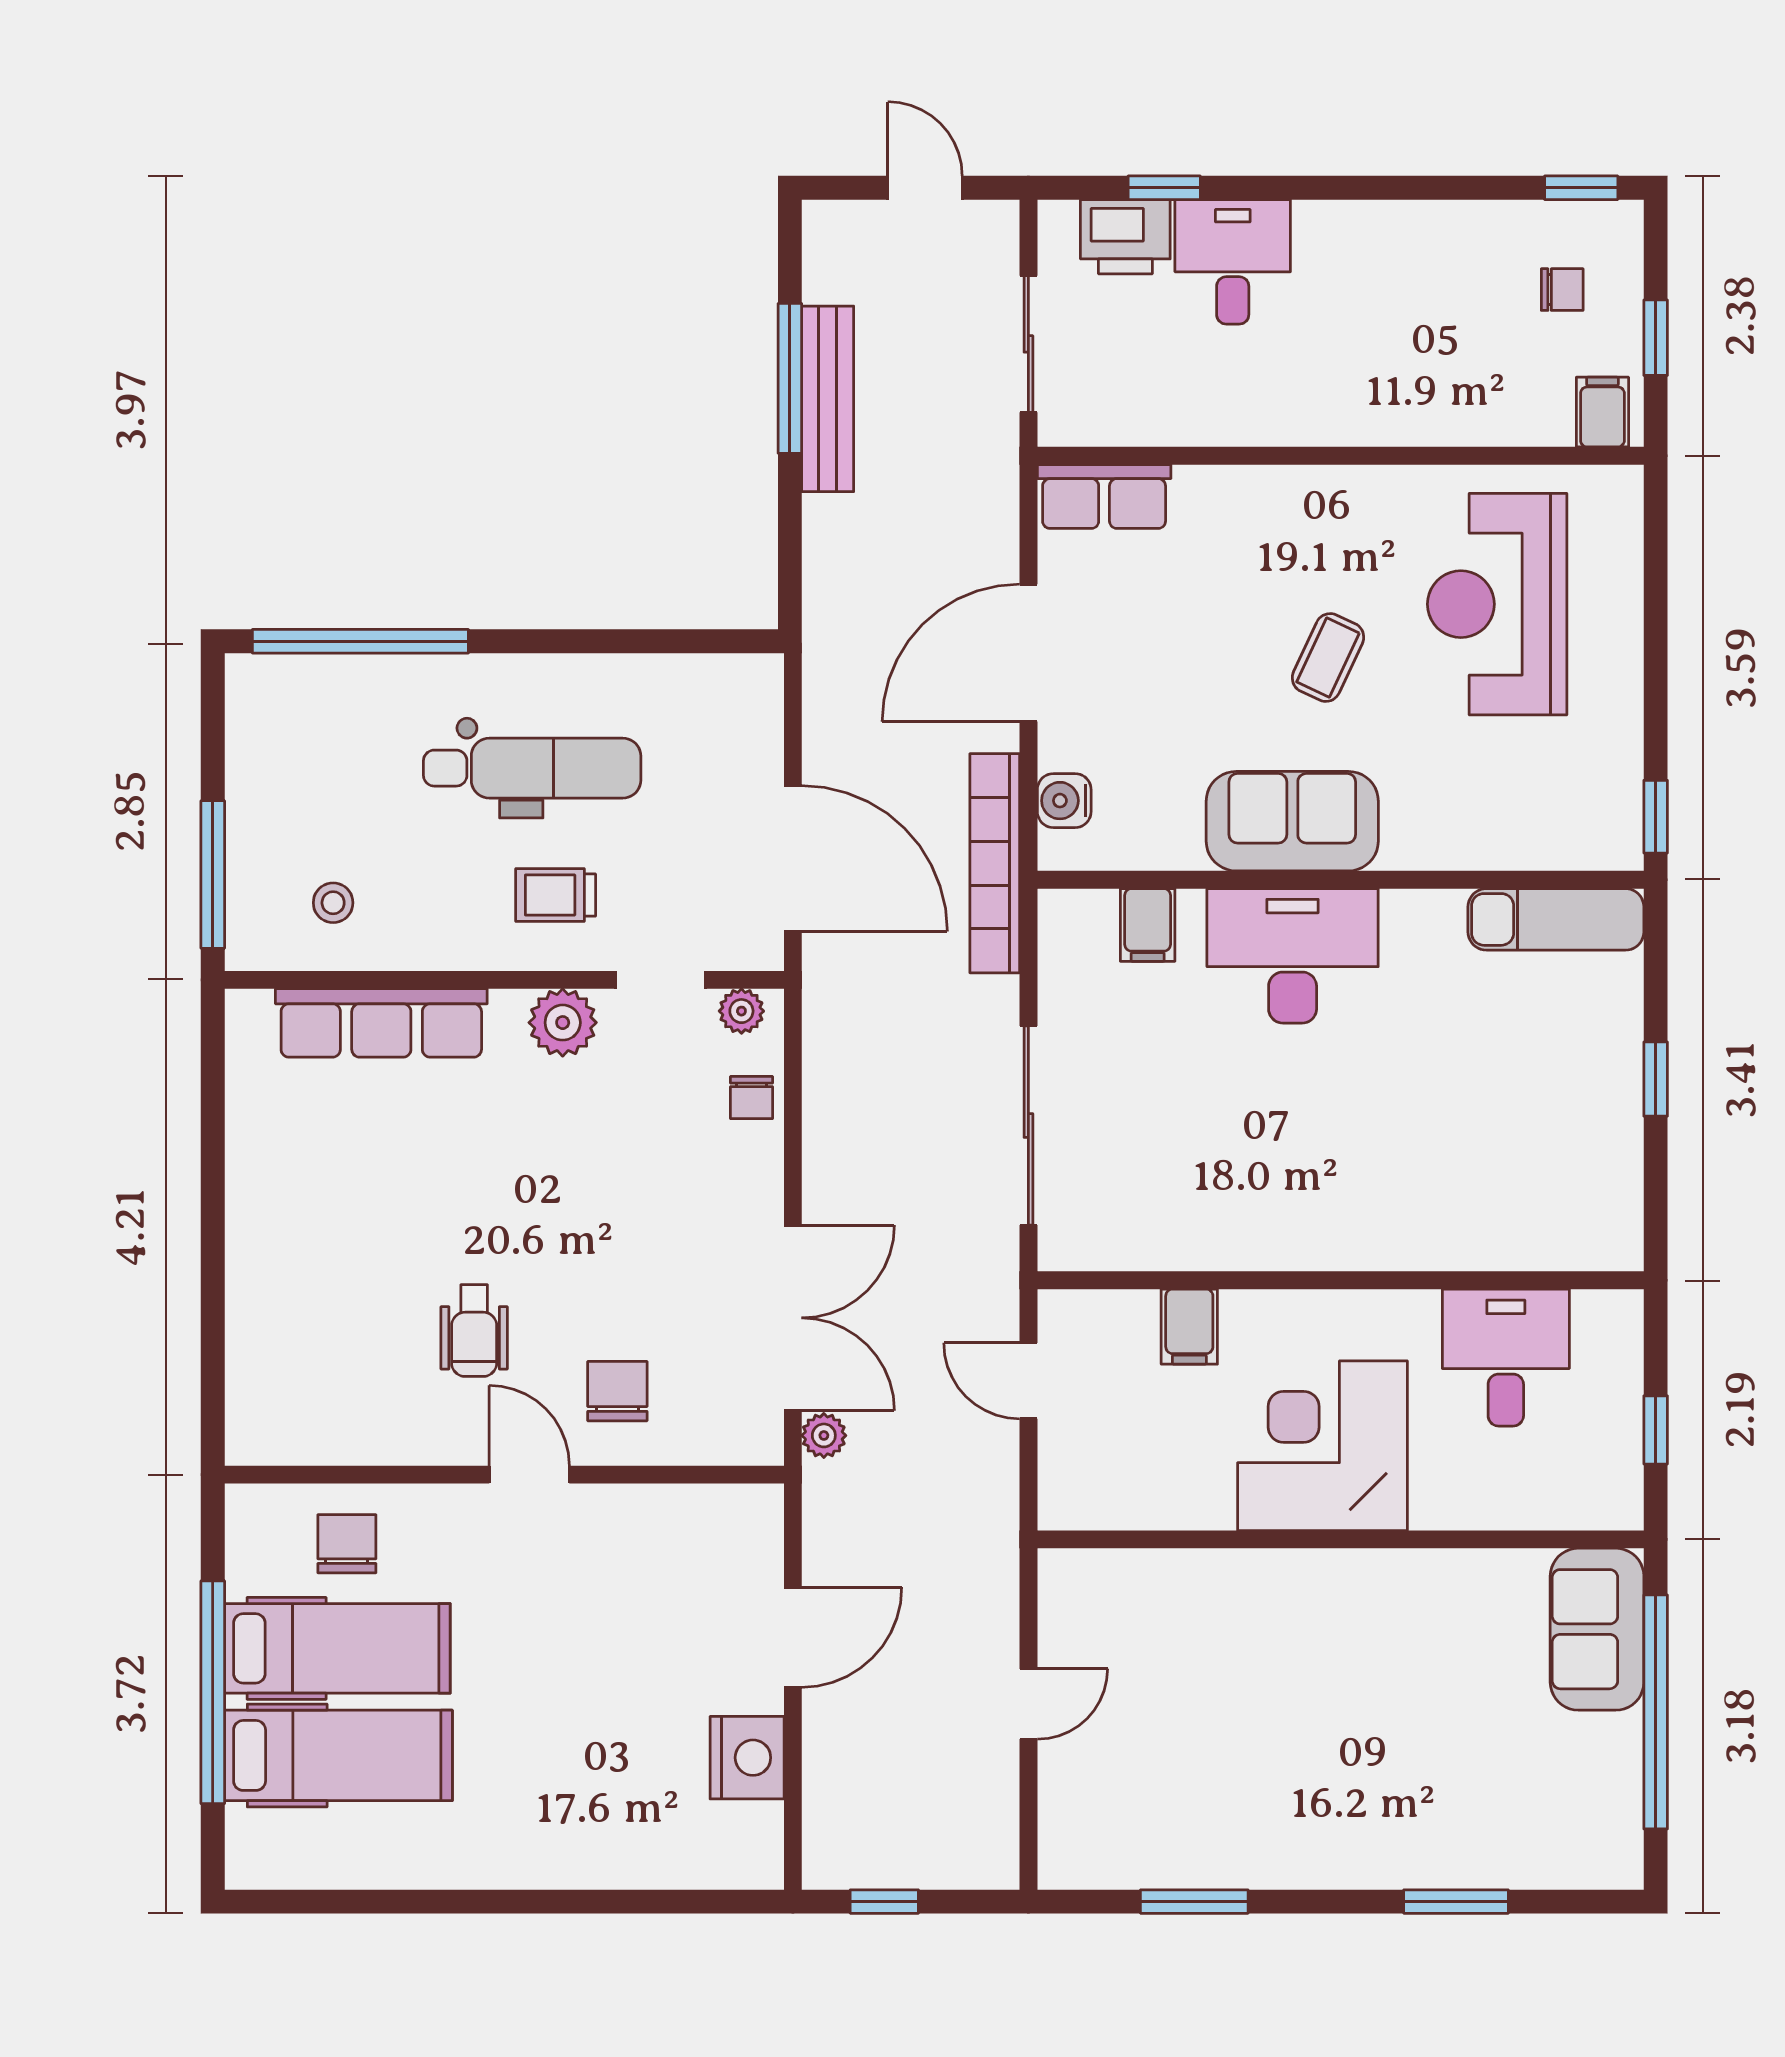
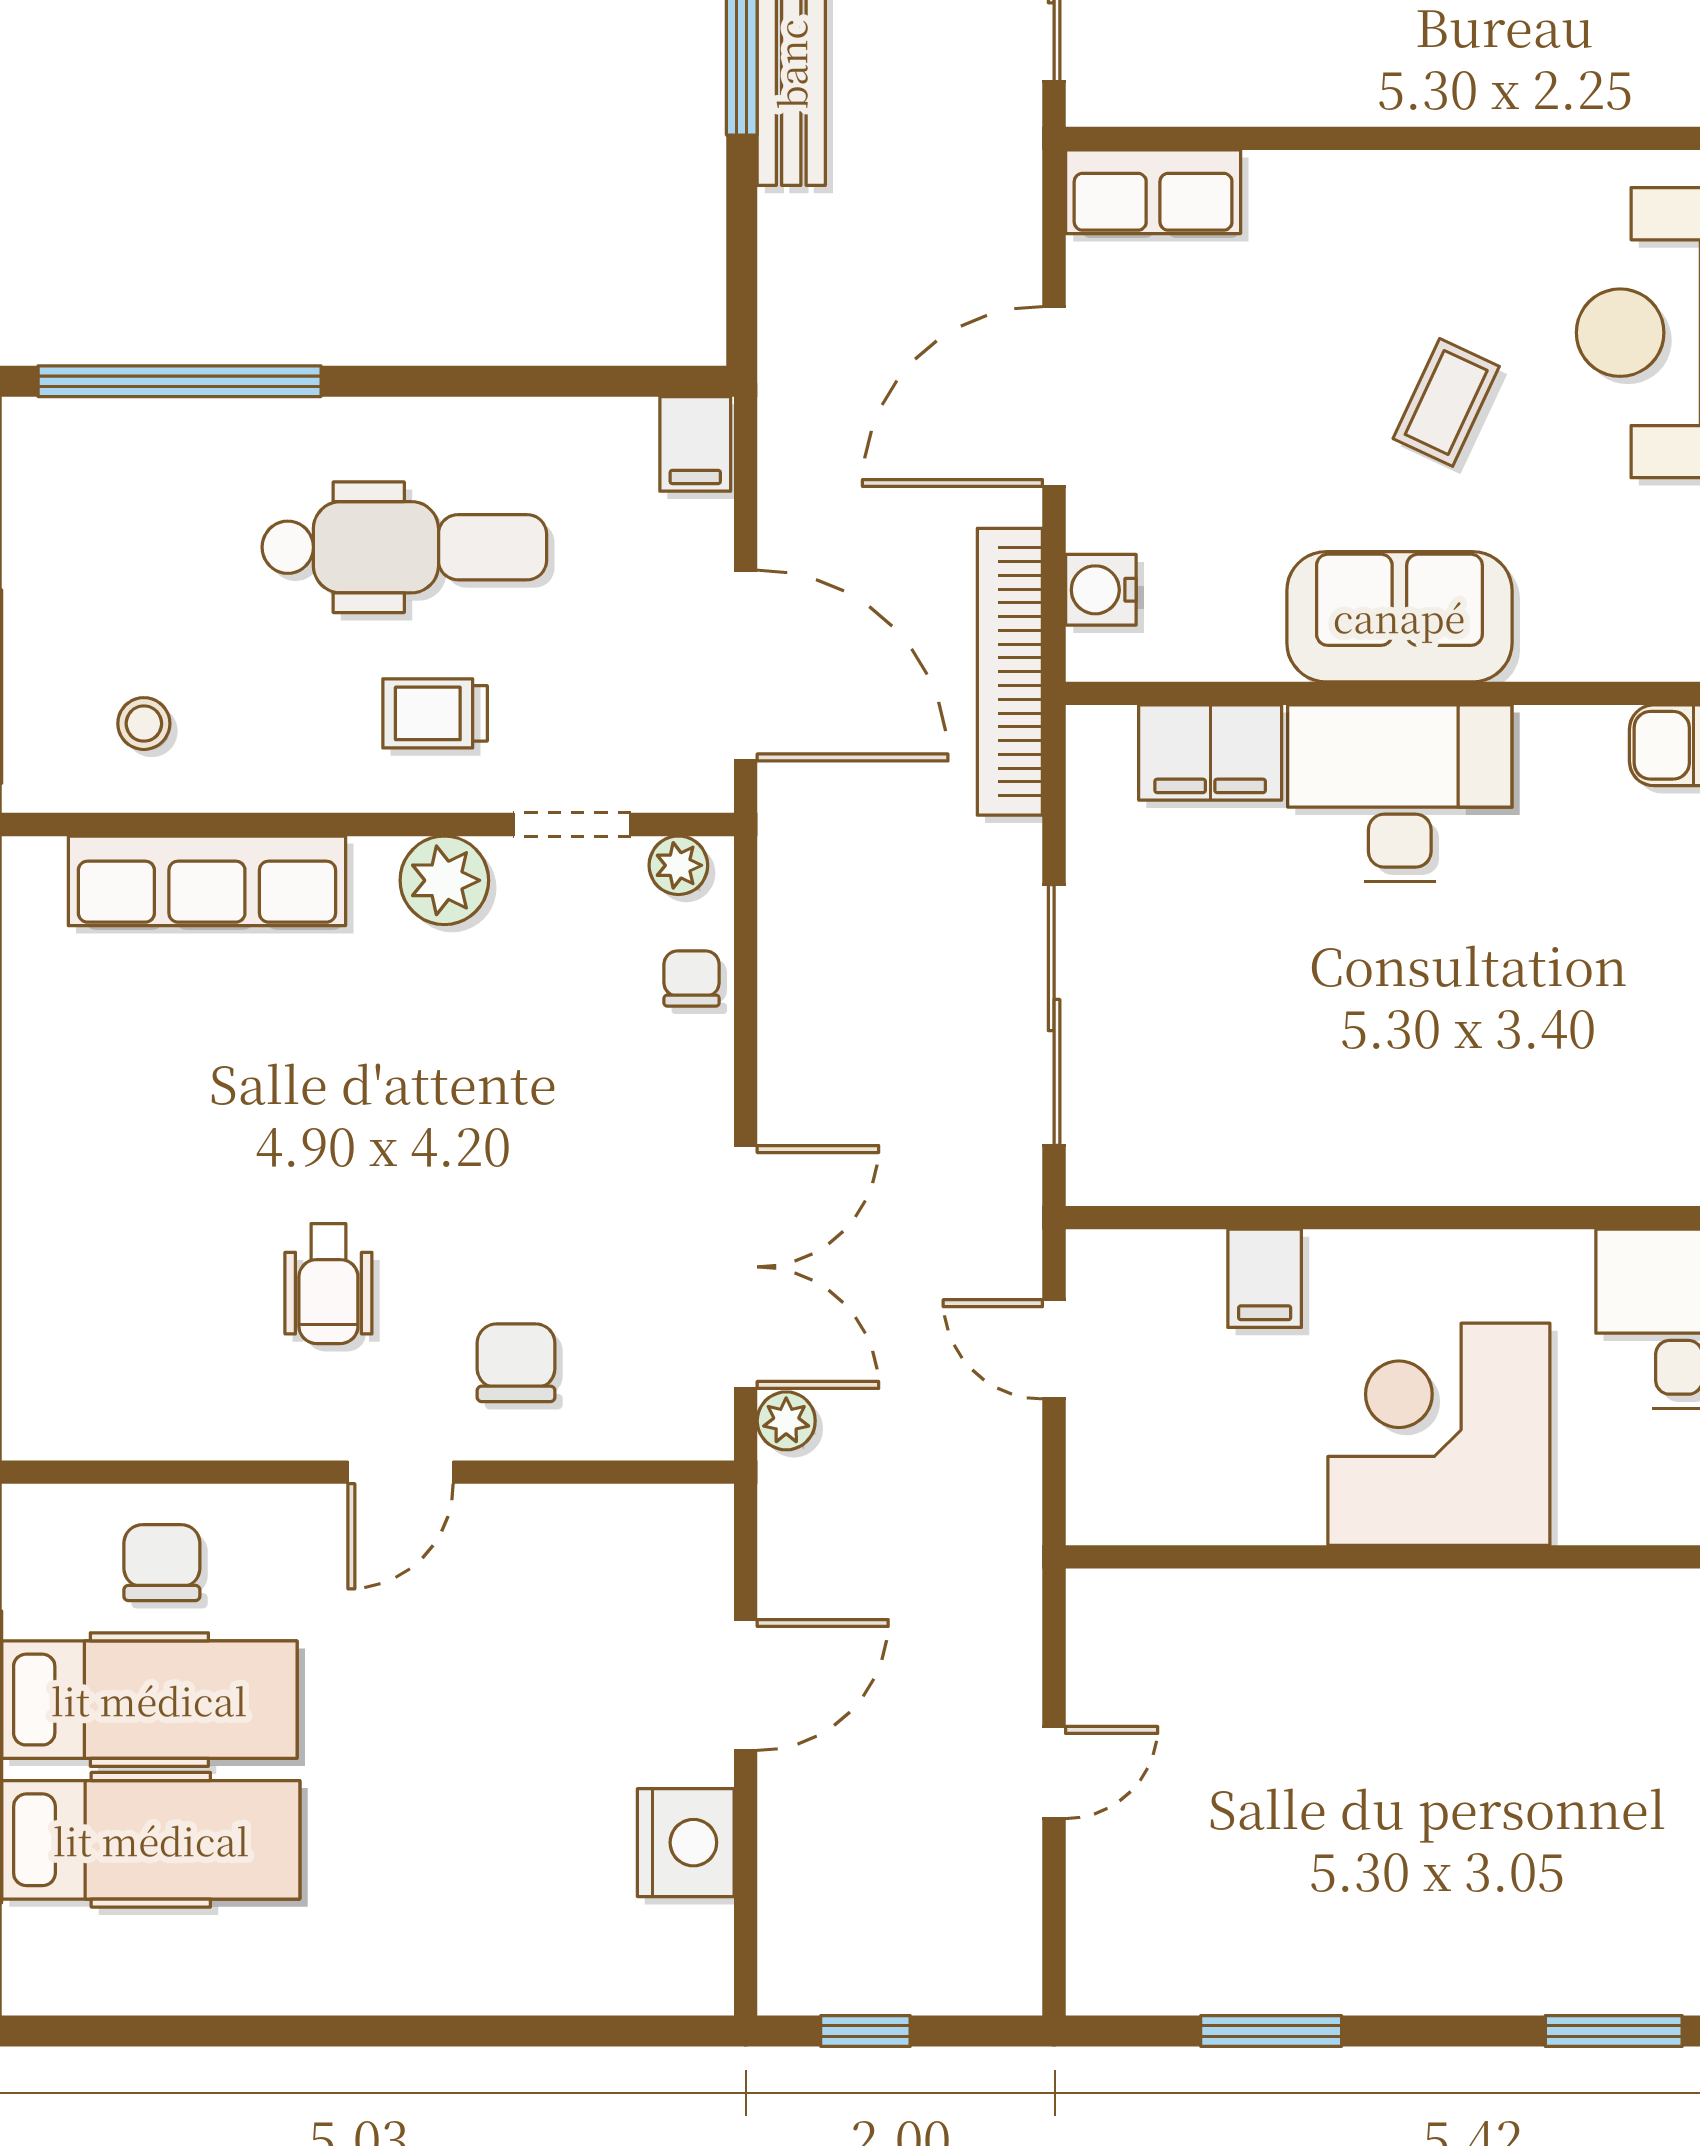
filing cabinet: (754, 689) -> (695, 444), added
filing cabinet: (1148, 925) -> (1210, 753), width x2.00
chair: (752, 1098) -> (692, 979), turned 180
door: (529, 1475) -> (401, 1472), swing flipped

